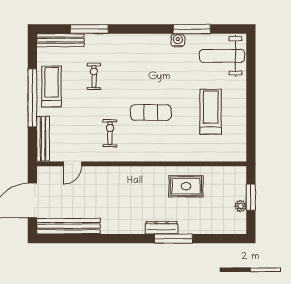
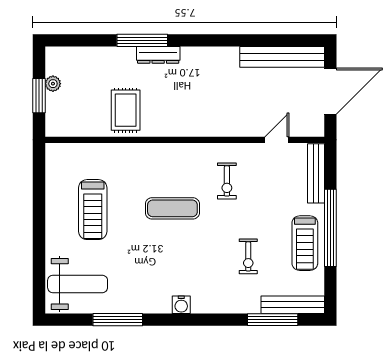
window: (89, 29) -> (273, 320), moved
water cooler: (178, 40) -> (181, 305), moved
rug: (186, 186) -> (126, 110), turned 90

